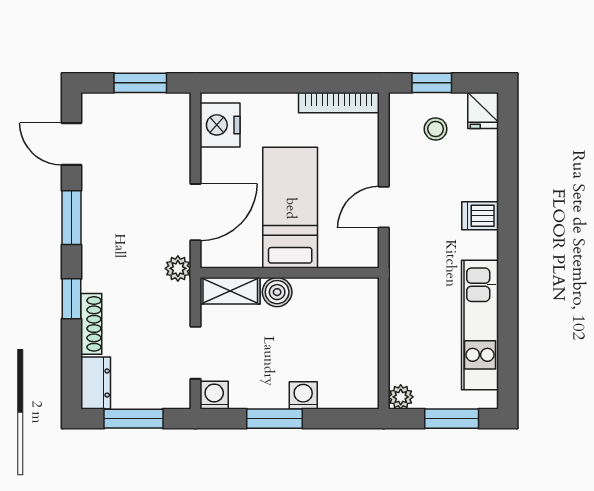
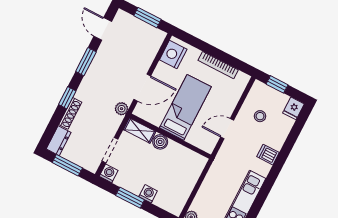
bookcase: (339, 103) -> (218, 65), moved
stool: (436, 129) -> (260, 116), moved

